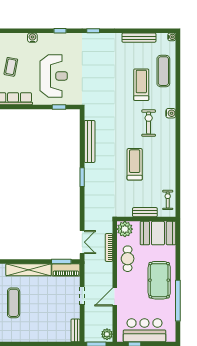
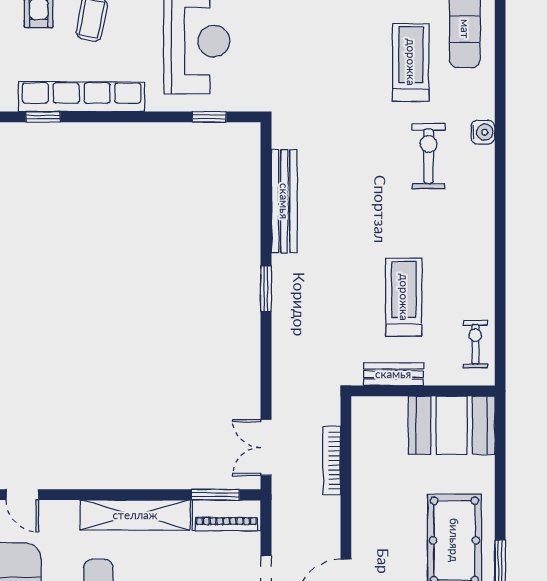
treadmill: (135, 164) -> (404, 297), moved
bench: (145, 212) -> (393, 374), moved
plant: (125, 229) -> (370, 415), removed
double door: (82, 242) -> (266, 447), swing flipped
cafe table: (128, 259) -> (377, 488), removed

